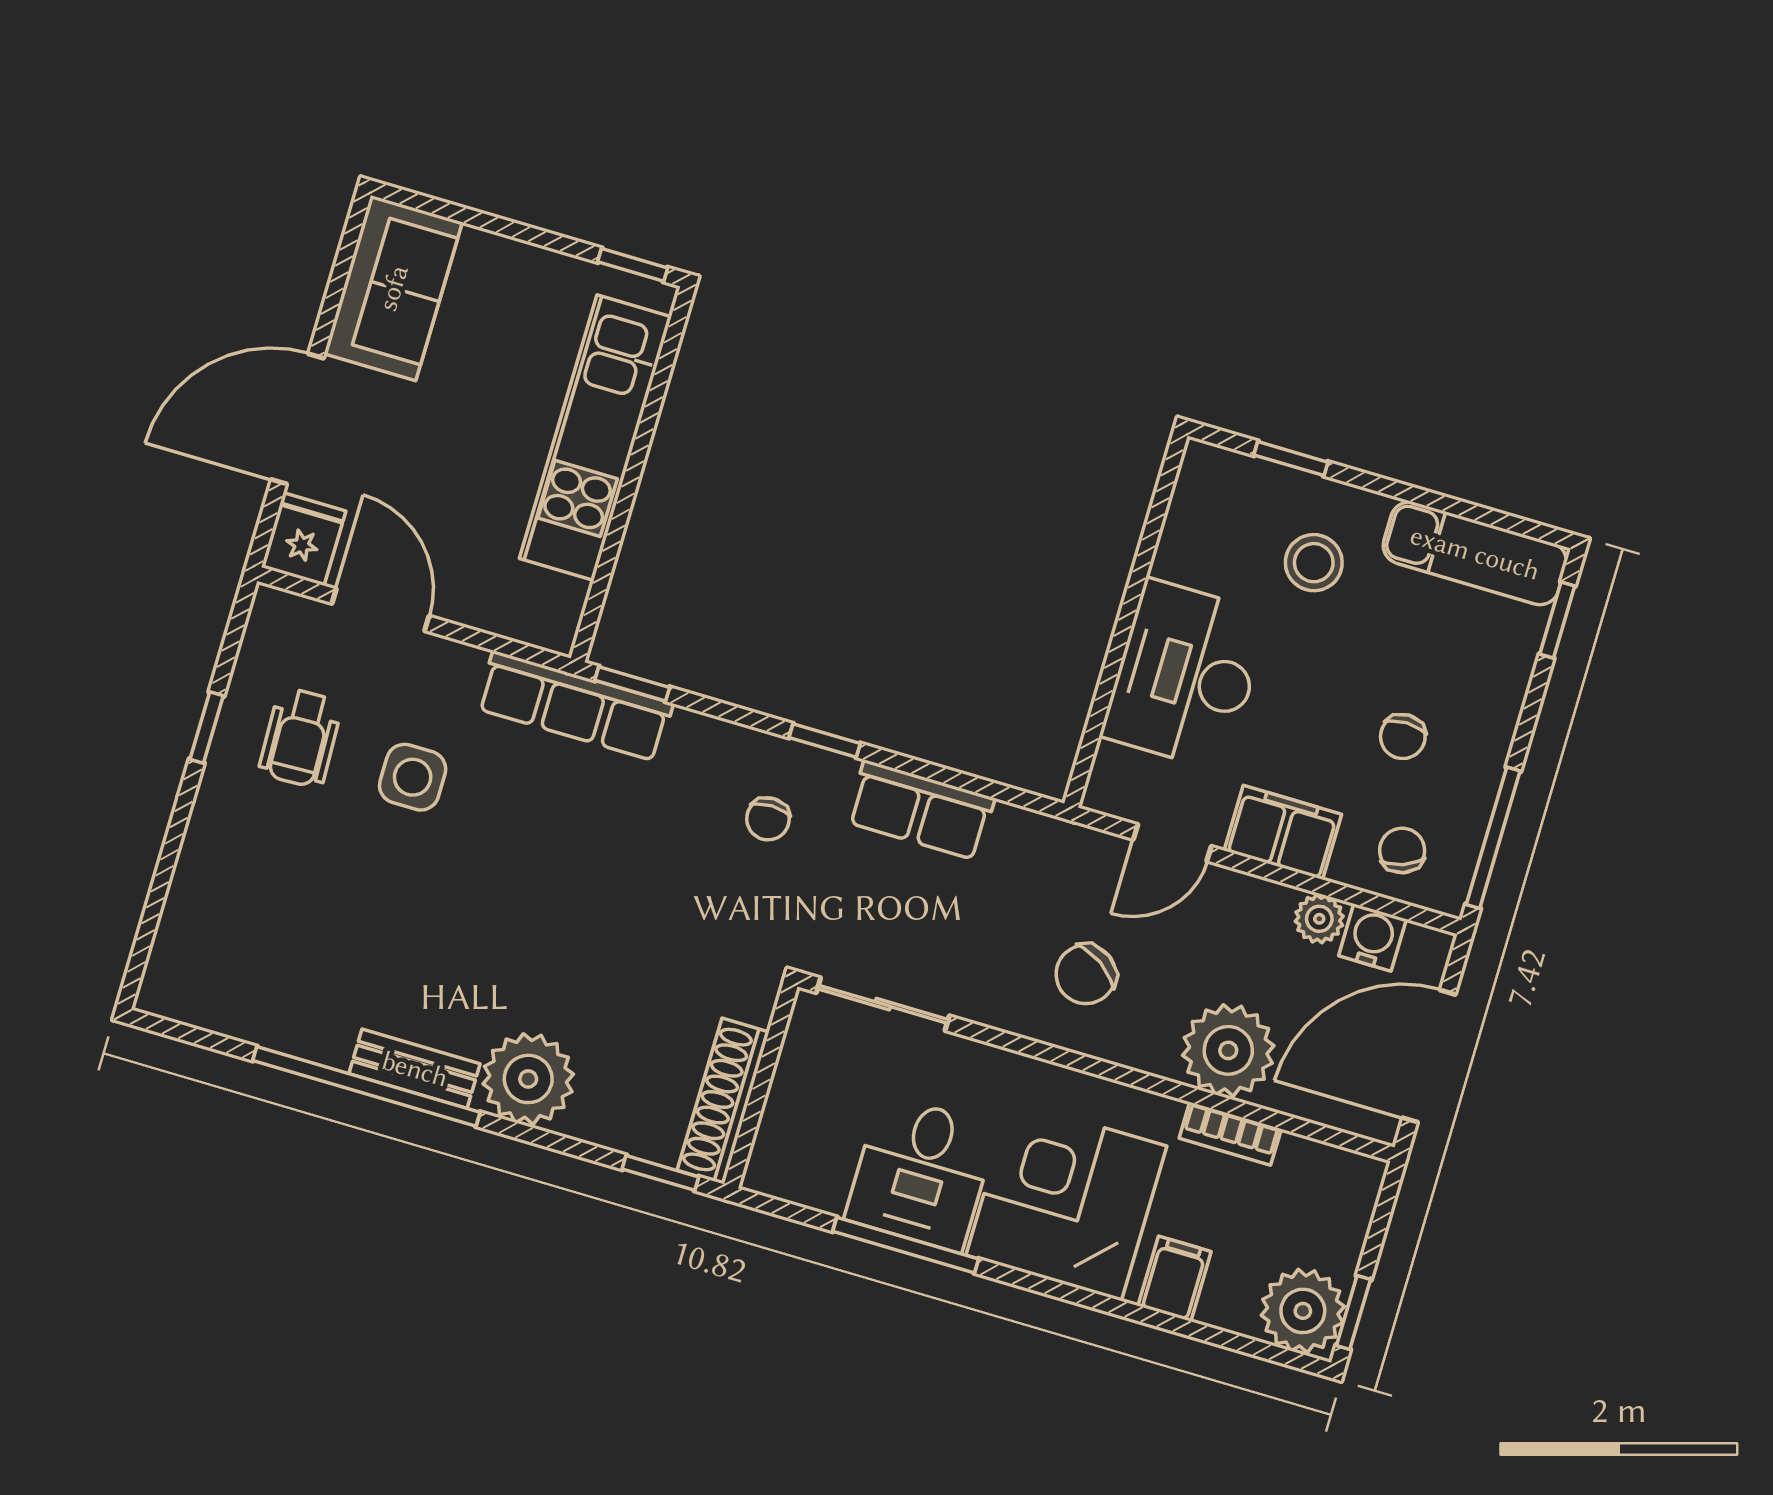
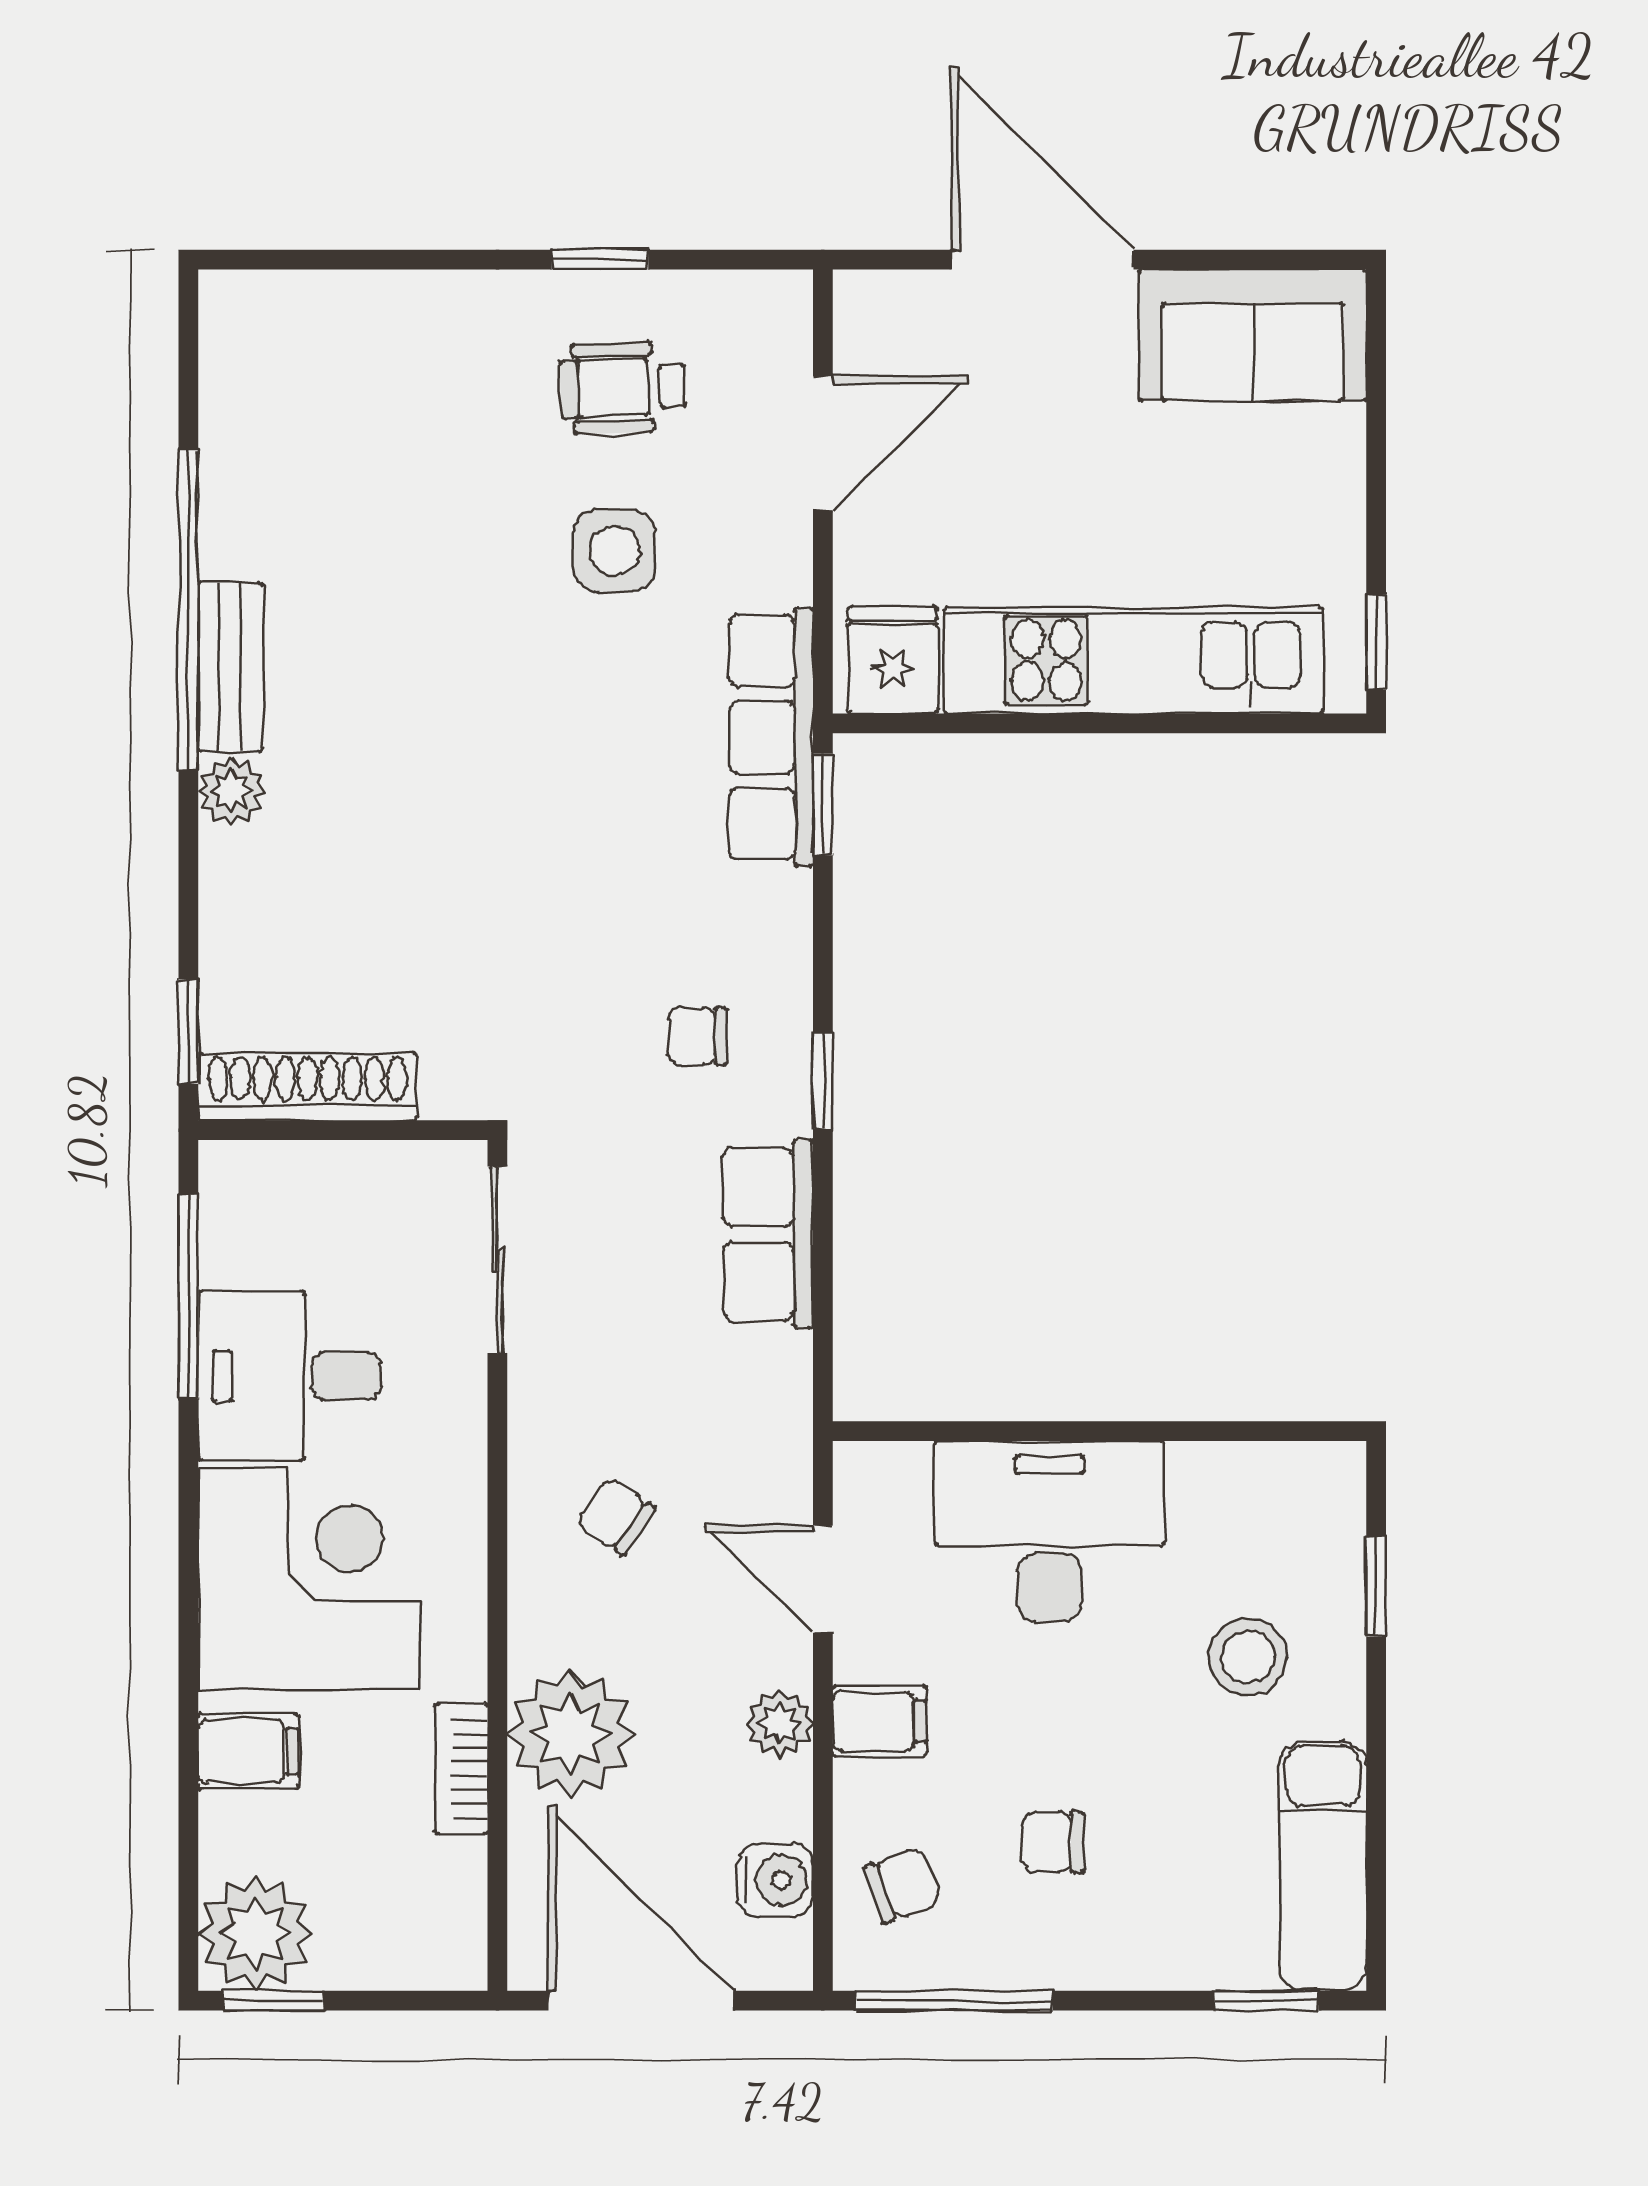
fridge: (304, 539) -> (893, 660), moved, turned -90
filing cabinet: (1283, 832) -> (880, 1721), width x0.50
plant: (1319, 919) -> (780, 1723), moved
chair: (1086, 974) -> (616, 1516), width x0.73, depth x0.73
plant: (528, 1079) -> (232, 791), width x0.53, depth x0.53
window: (906, 1245) -> (188, 1297), moved

